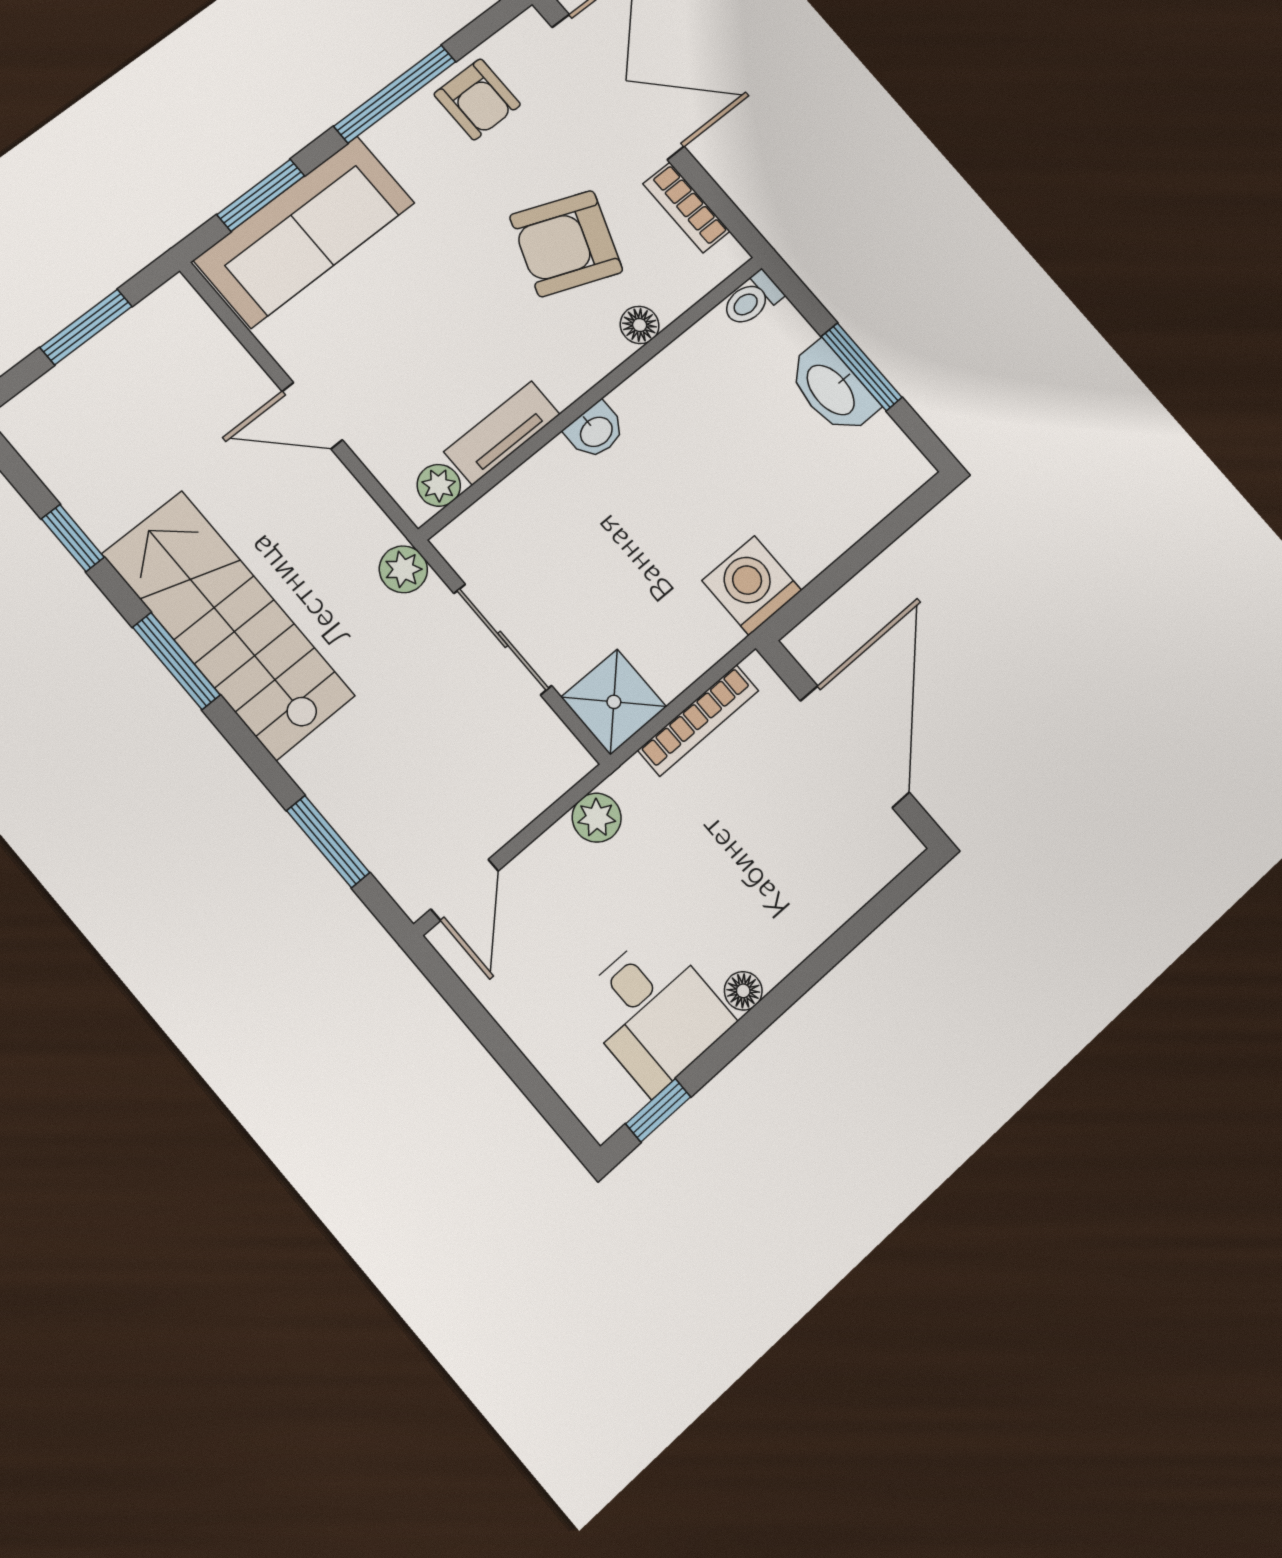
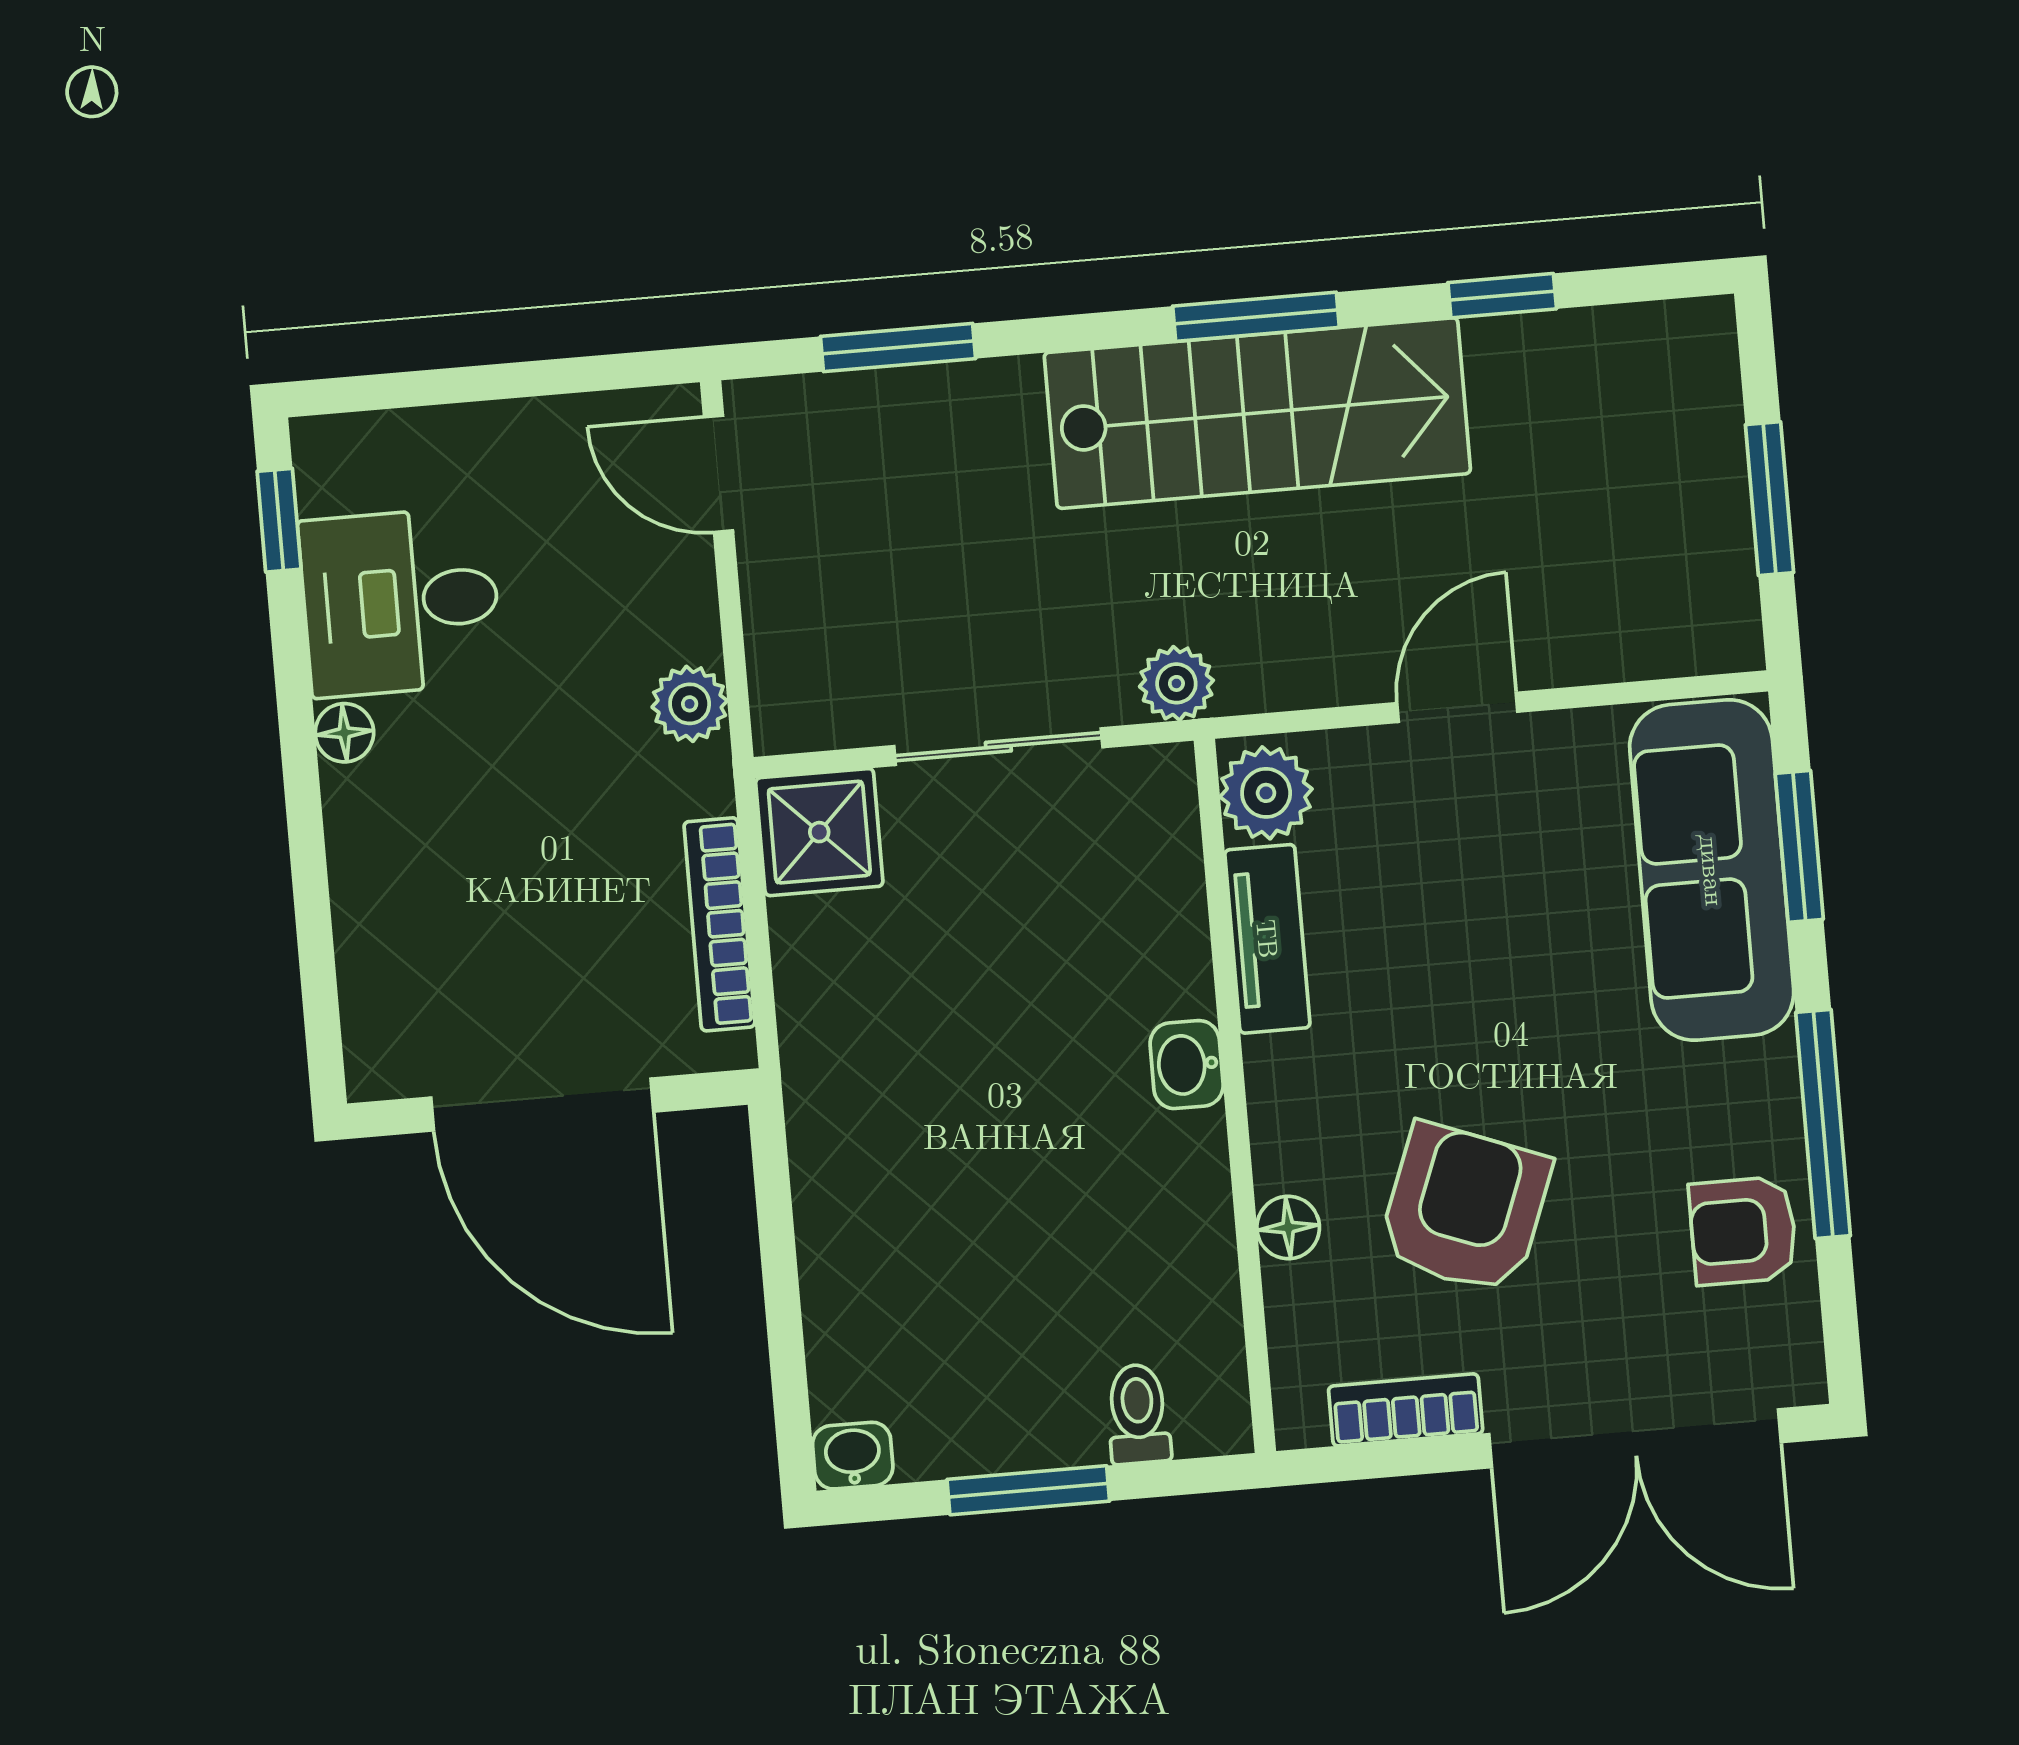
toilet: (752, 299) -> (1138, 1414), moved
washbasin: (832, 389) -> (853, 1456), moved, width x0.52, depth x0.69
plant: (439, 485) -> (1266, 793), width x1.38, depth x1.38
washing machine: (752, 586) -> (842, 1123), removed

